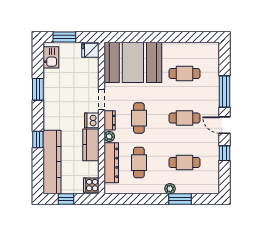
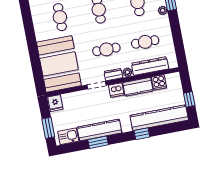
kitchen counter: (51, 93) -> (99, 130), added
cooker: (91, 185) -> (159, 82), moved

